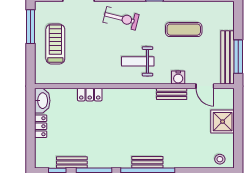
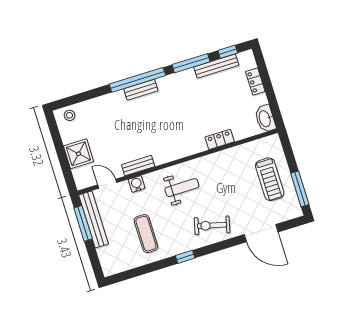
exercise mat: (184, 30) -> (146, 234), turned 90
locker: (41, 126) -> (255, 81), moved
bench: (72, 162) -> (216, 66), width x1.36

